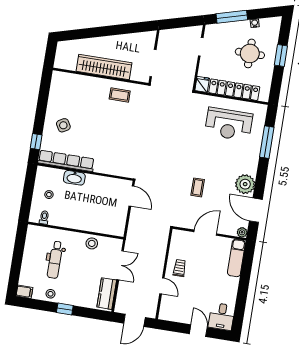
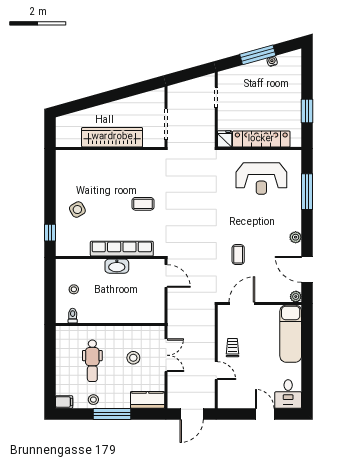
window: (232, 17) -> (258, 55), moved
round table: (250, 53) -> (272, 96), removed
window: (281, 55) -> (307, 111), moved
coffee table: (120, 95) -> (143, 204), moved
row of seats: (66, 161) -> (122, 249), moved
washbasin: (74, 178) -> (117, 266), moved
plant: (245, 184) -> (296, 237), width x0.53, depth x0.53
door: (205, 233) -> (242, 304), moved
stool: (92, 243) -> (133, 358), moved
exam couch: (236, 258) -> (291, 334), width x1.36, depth x1.45
kitchen counter: (107, 294) -> (148, 400), moved, turned 90
window: (65, 309) -> (112, 414), width x2.17

